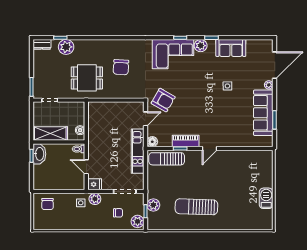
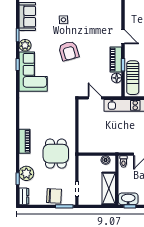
piano: (100, 45) -> (24, 141), added
chair: (121, 67) -> (54, 196), moved
armchair: (163, 100) -> (69, 51), moved, turned 134
floor lamp: (152, 142) -> (117, 78), moved

